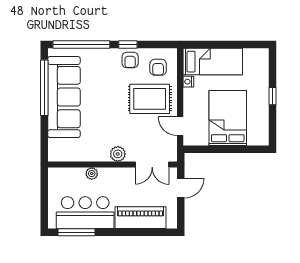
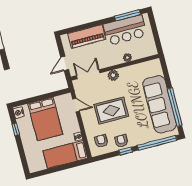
window: (272, 96) -> (16, 129), moved
rug: (150, 99) -> (111, 111), moved
nightstand: (262, 137) -> (19, 113), added

